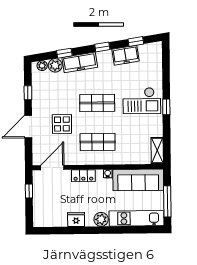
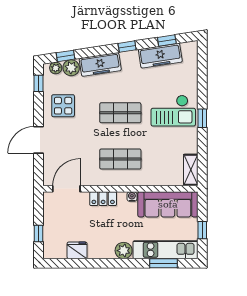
window: (64, 53) -> (66, 56), moved
freezer: (125, 55) -> (160, 56), width x1.40
window: (28, 93) -> (39, 83), moved
display table: (62, 124) -> (63, 106), moved
window: (29, 191) -> (39, 234), moved
window: (167, 201) -> (202, 230), width x0.46
fridge: (76, 219) -> (77, 250), moved
window: (135, 230) -> (163, 263), added

